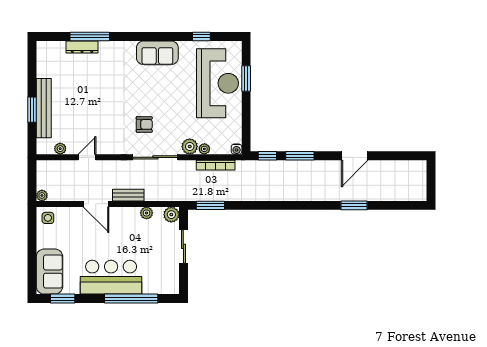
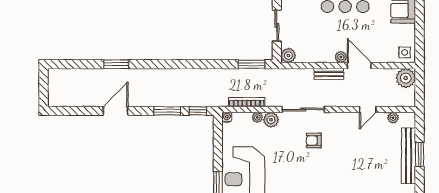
plant: (42, 195) -> (406, 78), width x1.88, depth x1.88
plant: (146, 213) -> (341, 57), moved

